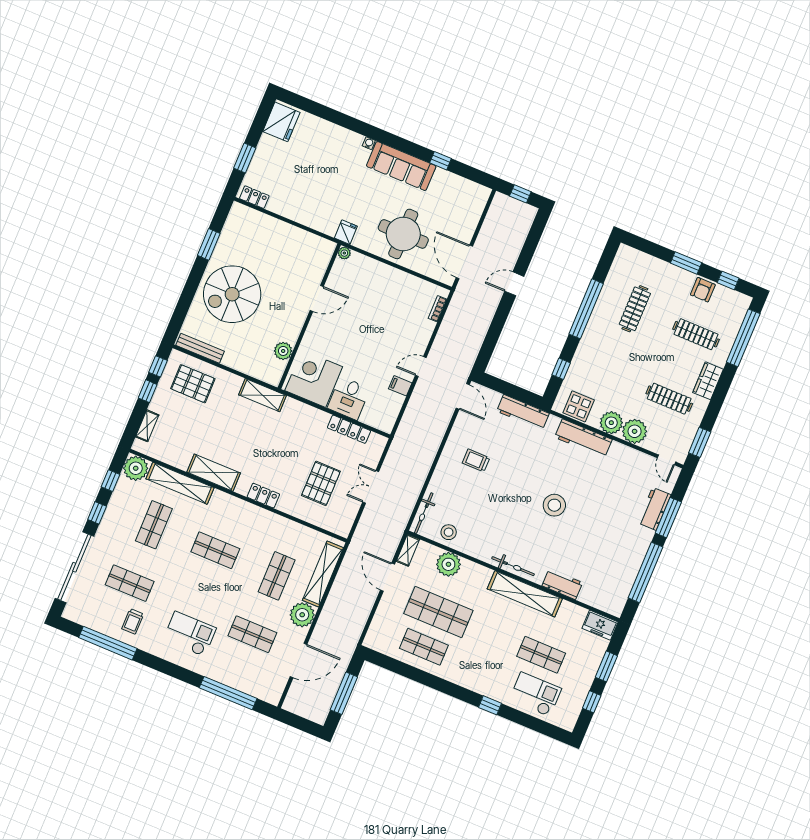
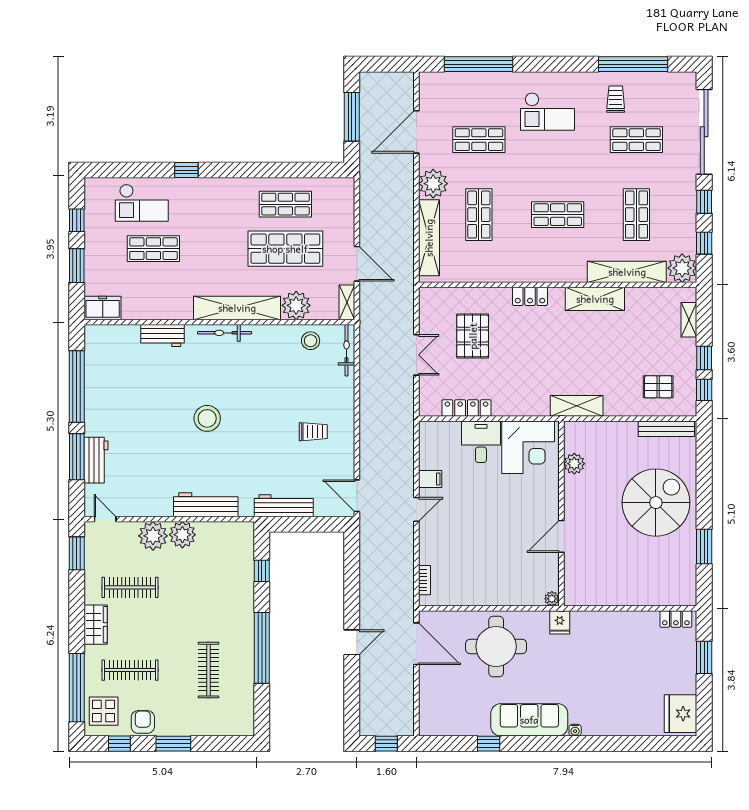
pallet: (193, 384) -> (658, 387), width x0.67, depth x0.71
display table: (579, 406) -> (104, 711), moved
shelving: (525, 594) -> (237, 308), moved

